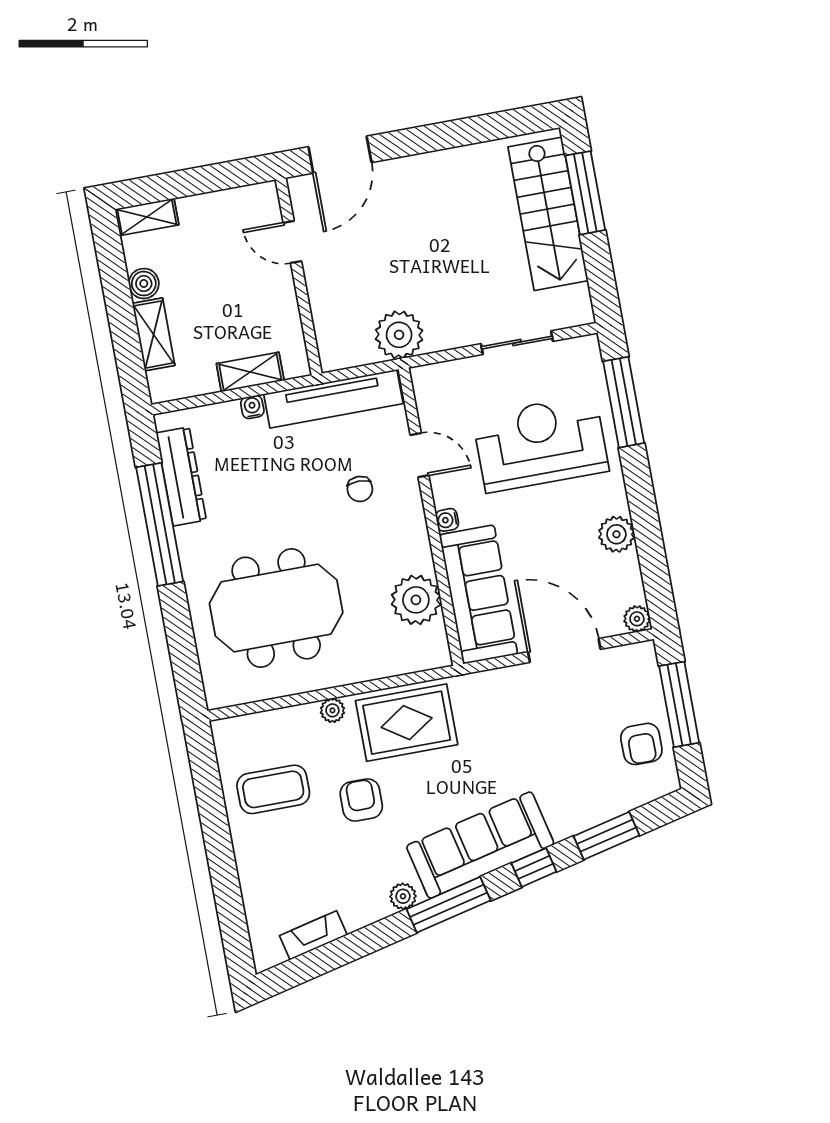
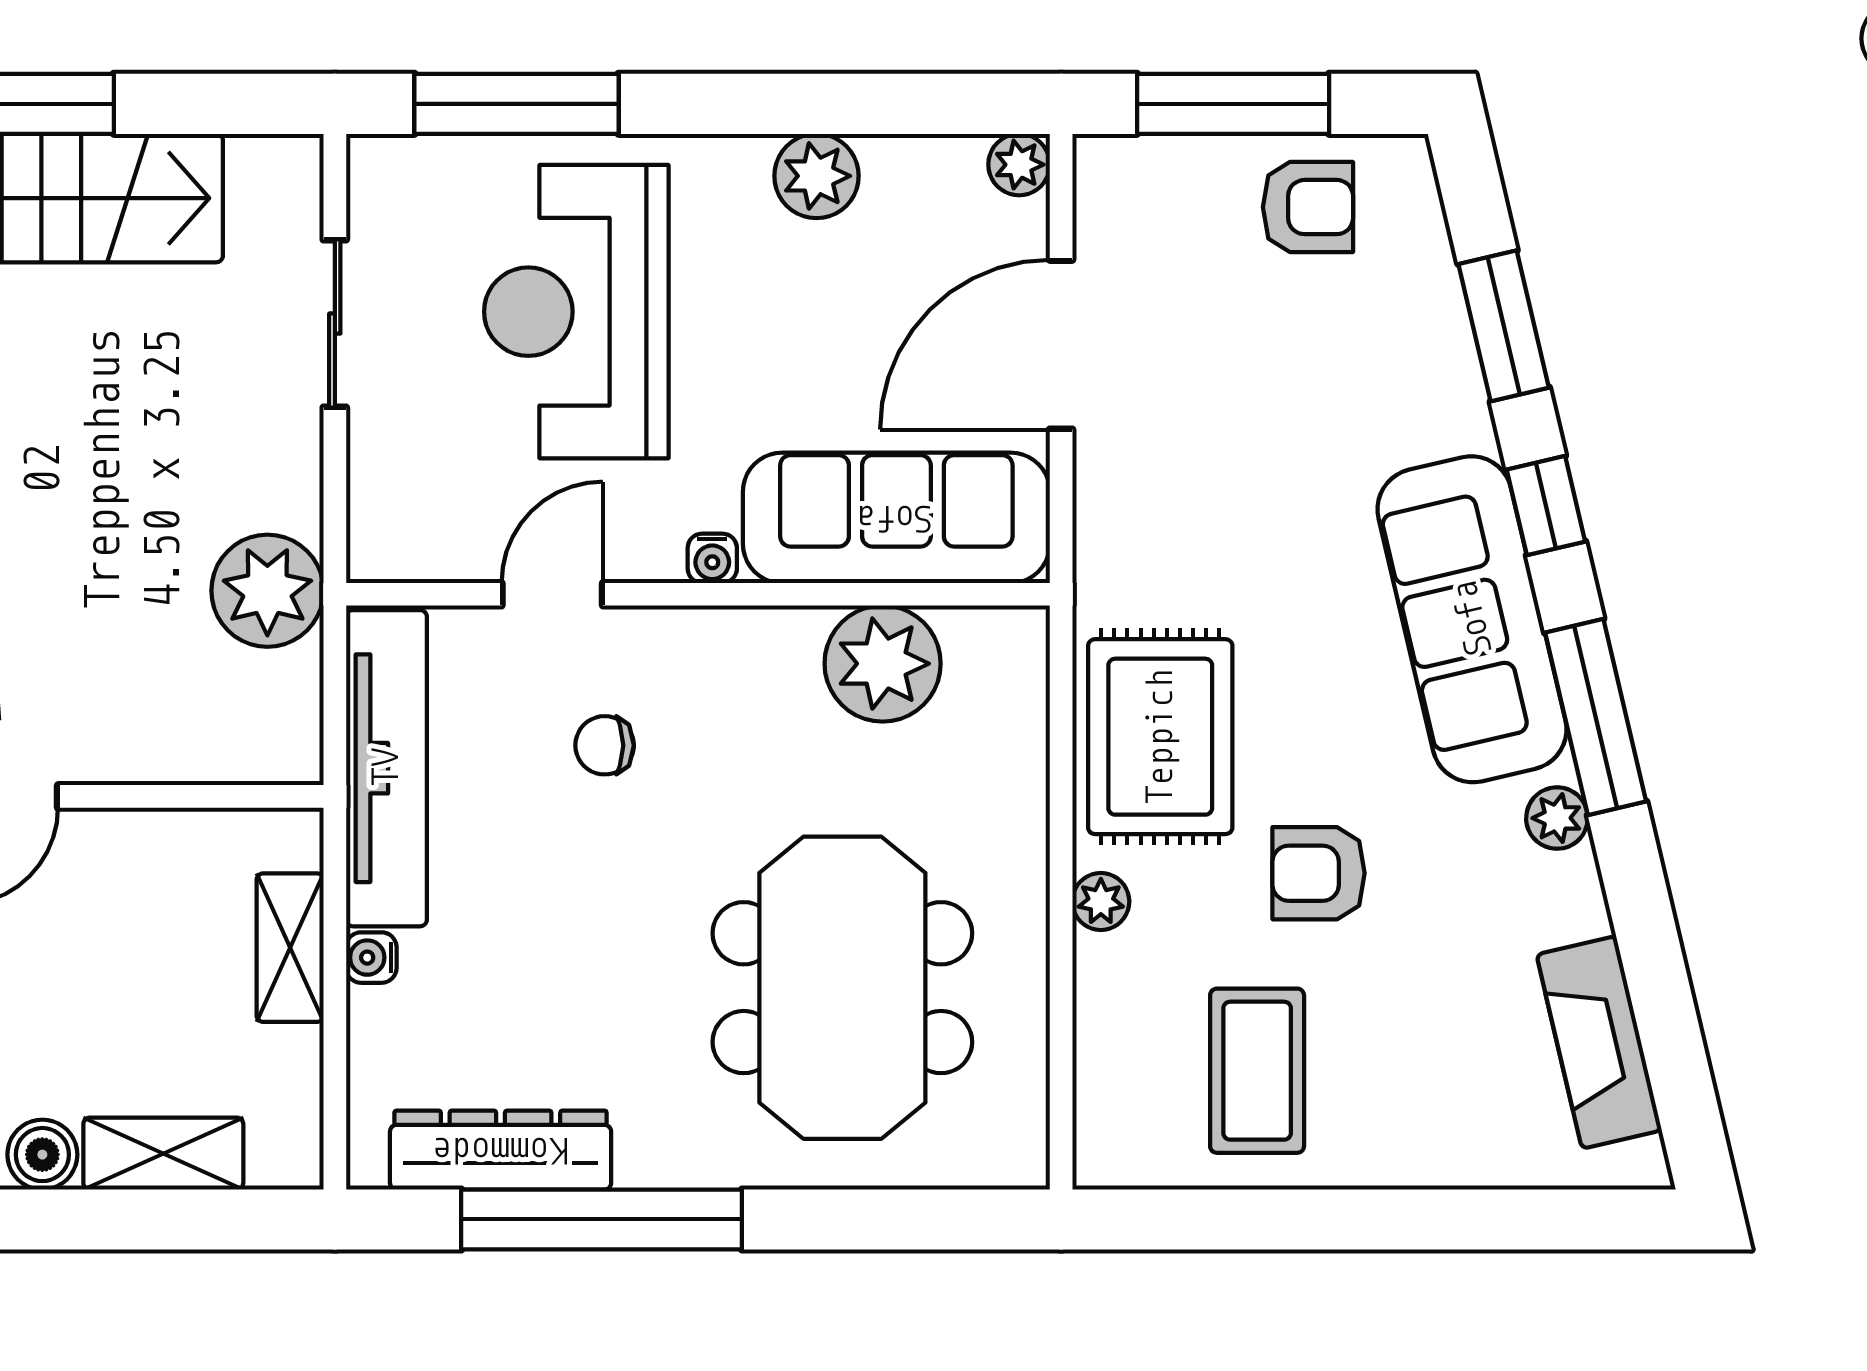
chair: (360, 489) -> (605, 745), turned 180
fireplace: (313, 935) -> (1599, 1042), width x1.37, depth x1.32

